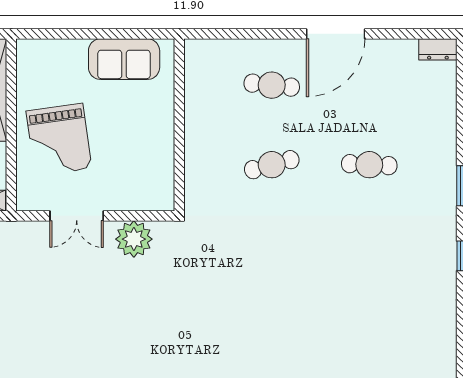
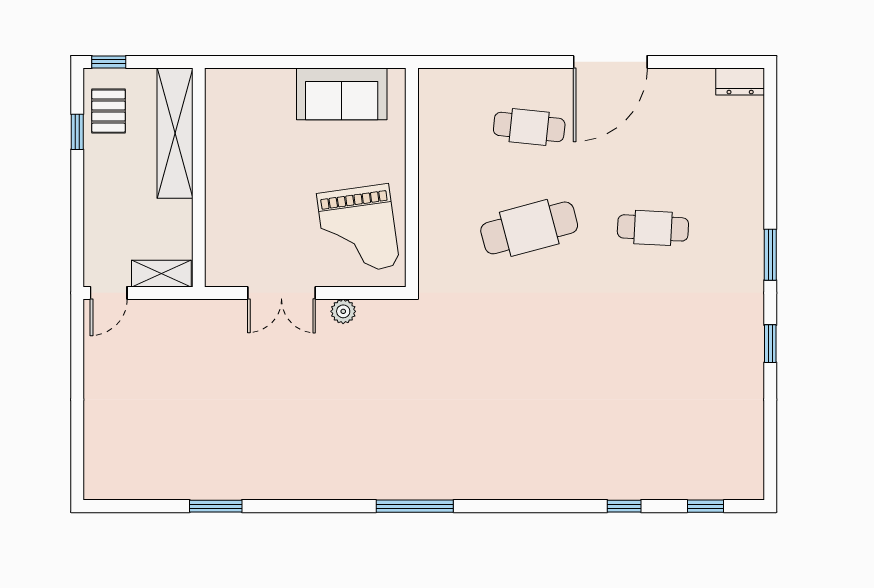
grand piano: (59, 140) -> (358, 230), moved
cafe table: (272, 165) -> (529, 228), width x1.37, depth x1.35
plant: (134, 239) -> (343, 311), width x0.53, depth x0.53

